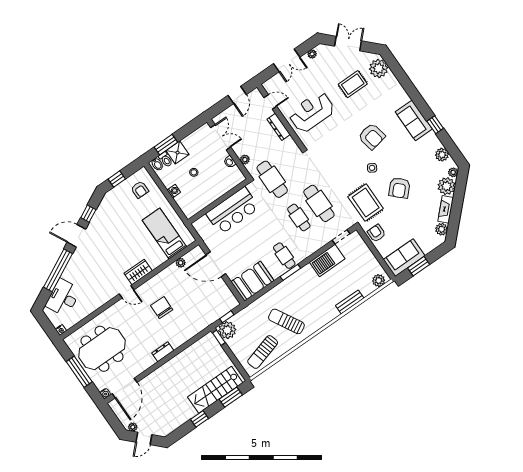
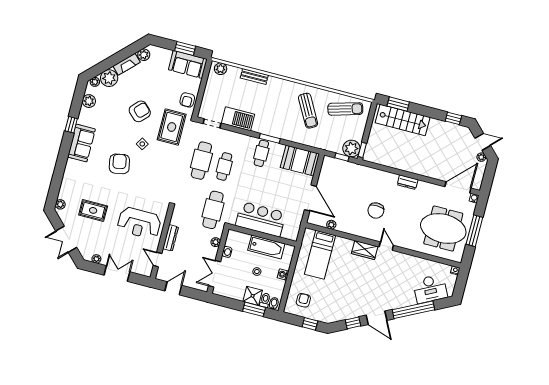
plant: (379, 68) -> (60, 204), width x0.53, depth x0.53
bathtub: (207, 196) -> (266, 247), added
window: (200, 419) -> (453, 118), moved

